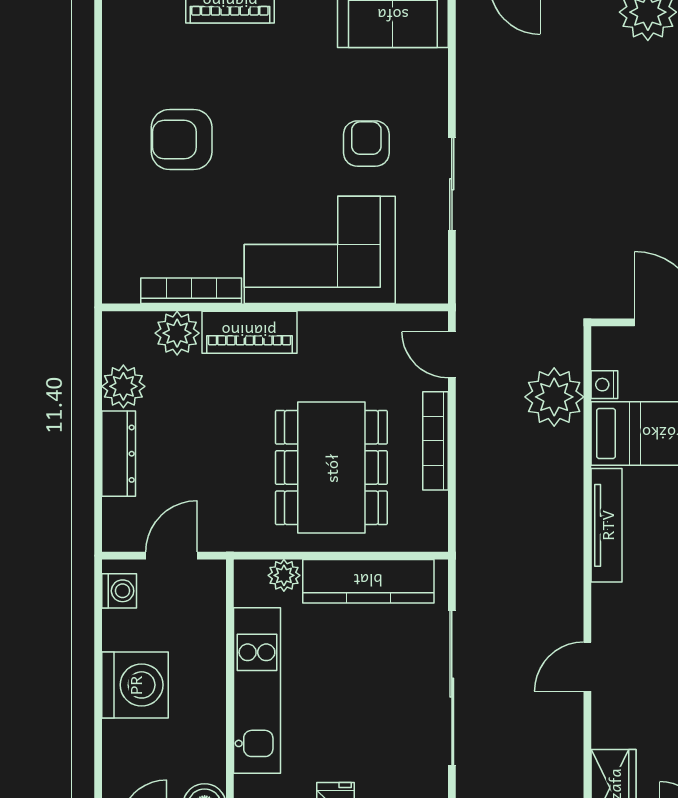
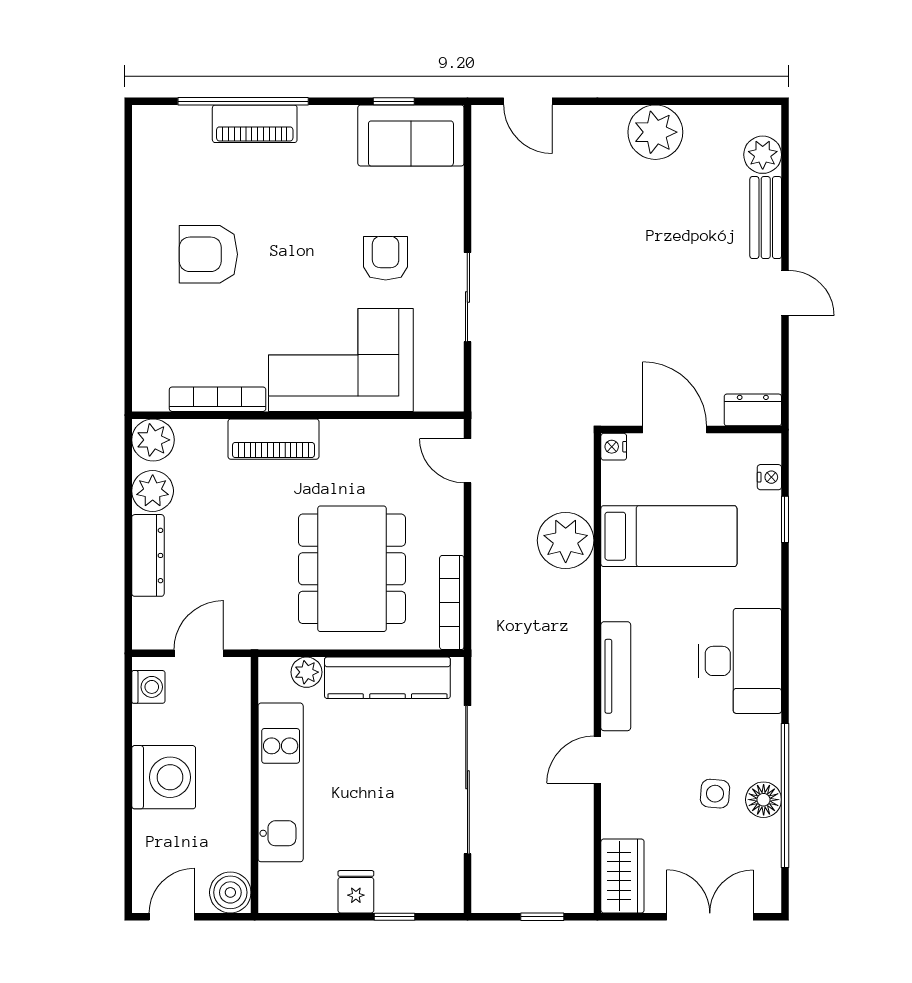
plant: (177, 333) -> (153, 440), moved
nightstand: (604, 385) -> (614, 447), moved
plant: (554, 397) -> (566, 540), moved
bookcase: (435, 441) -> (452, 602), moved
tv unit: (607, 525) -> (616, 676), moved

